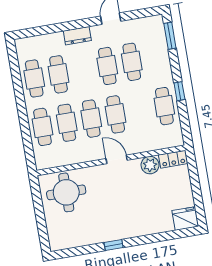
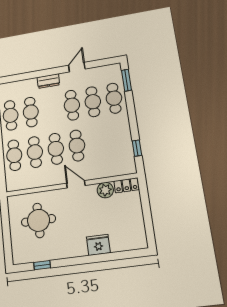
window: (179, 91) -> (137, 148), moved
cafe table: (164, 106) -> (114, 98), moved
round table: (66, 192) -> (38, 220), moved
fridge: (185, 219) -> (98, 245), moved
window: (114, 245) -> (42, 265), moved

